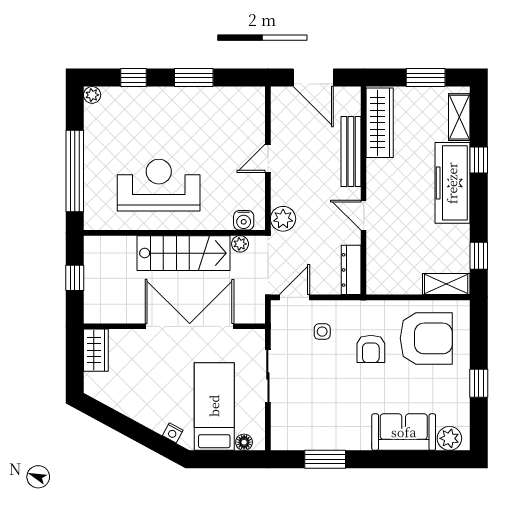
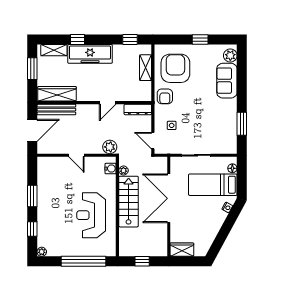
bench: (351, 151) -> (56, 110), moved
shelving: (446, 284) -> (146, 68), moved
armchair: (371, 349) -> (165, 96), moved, turned 90

